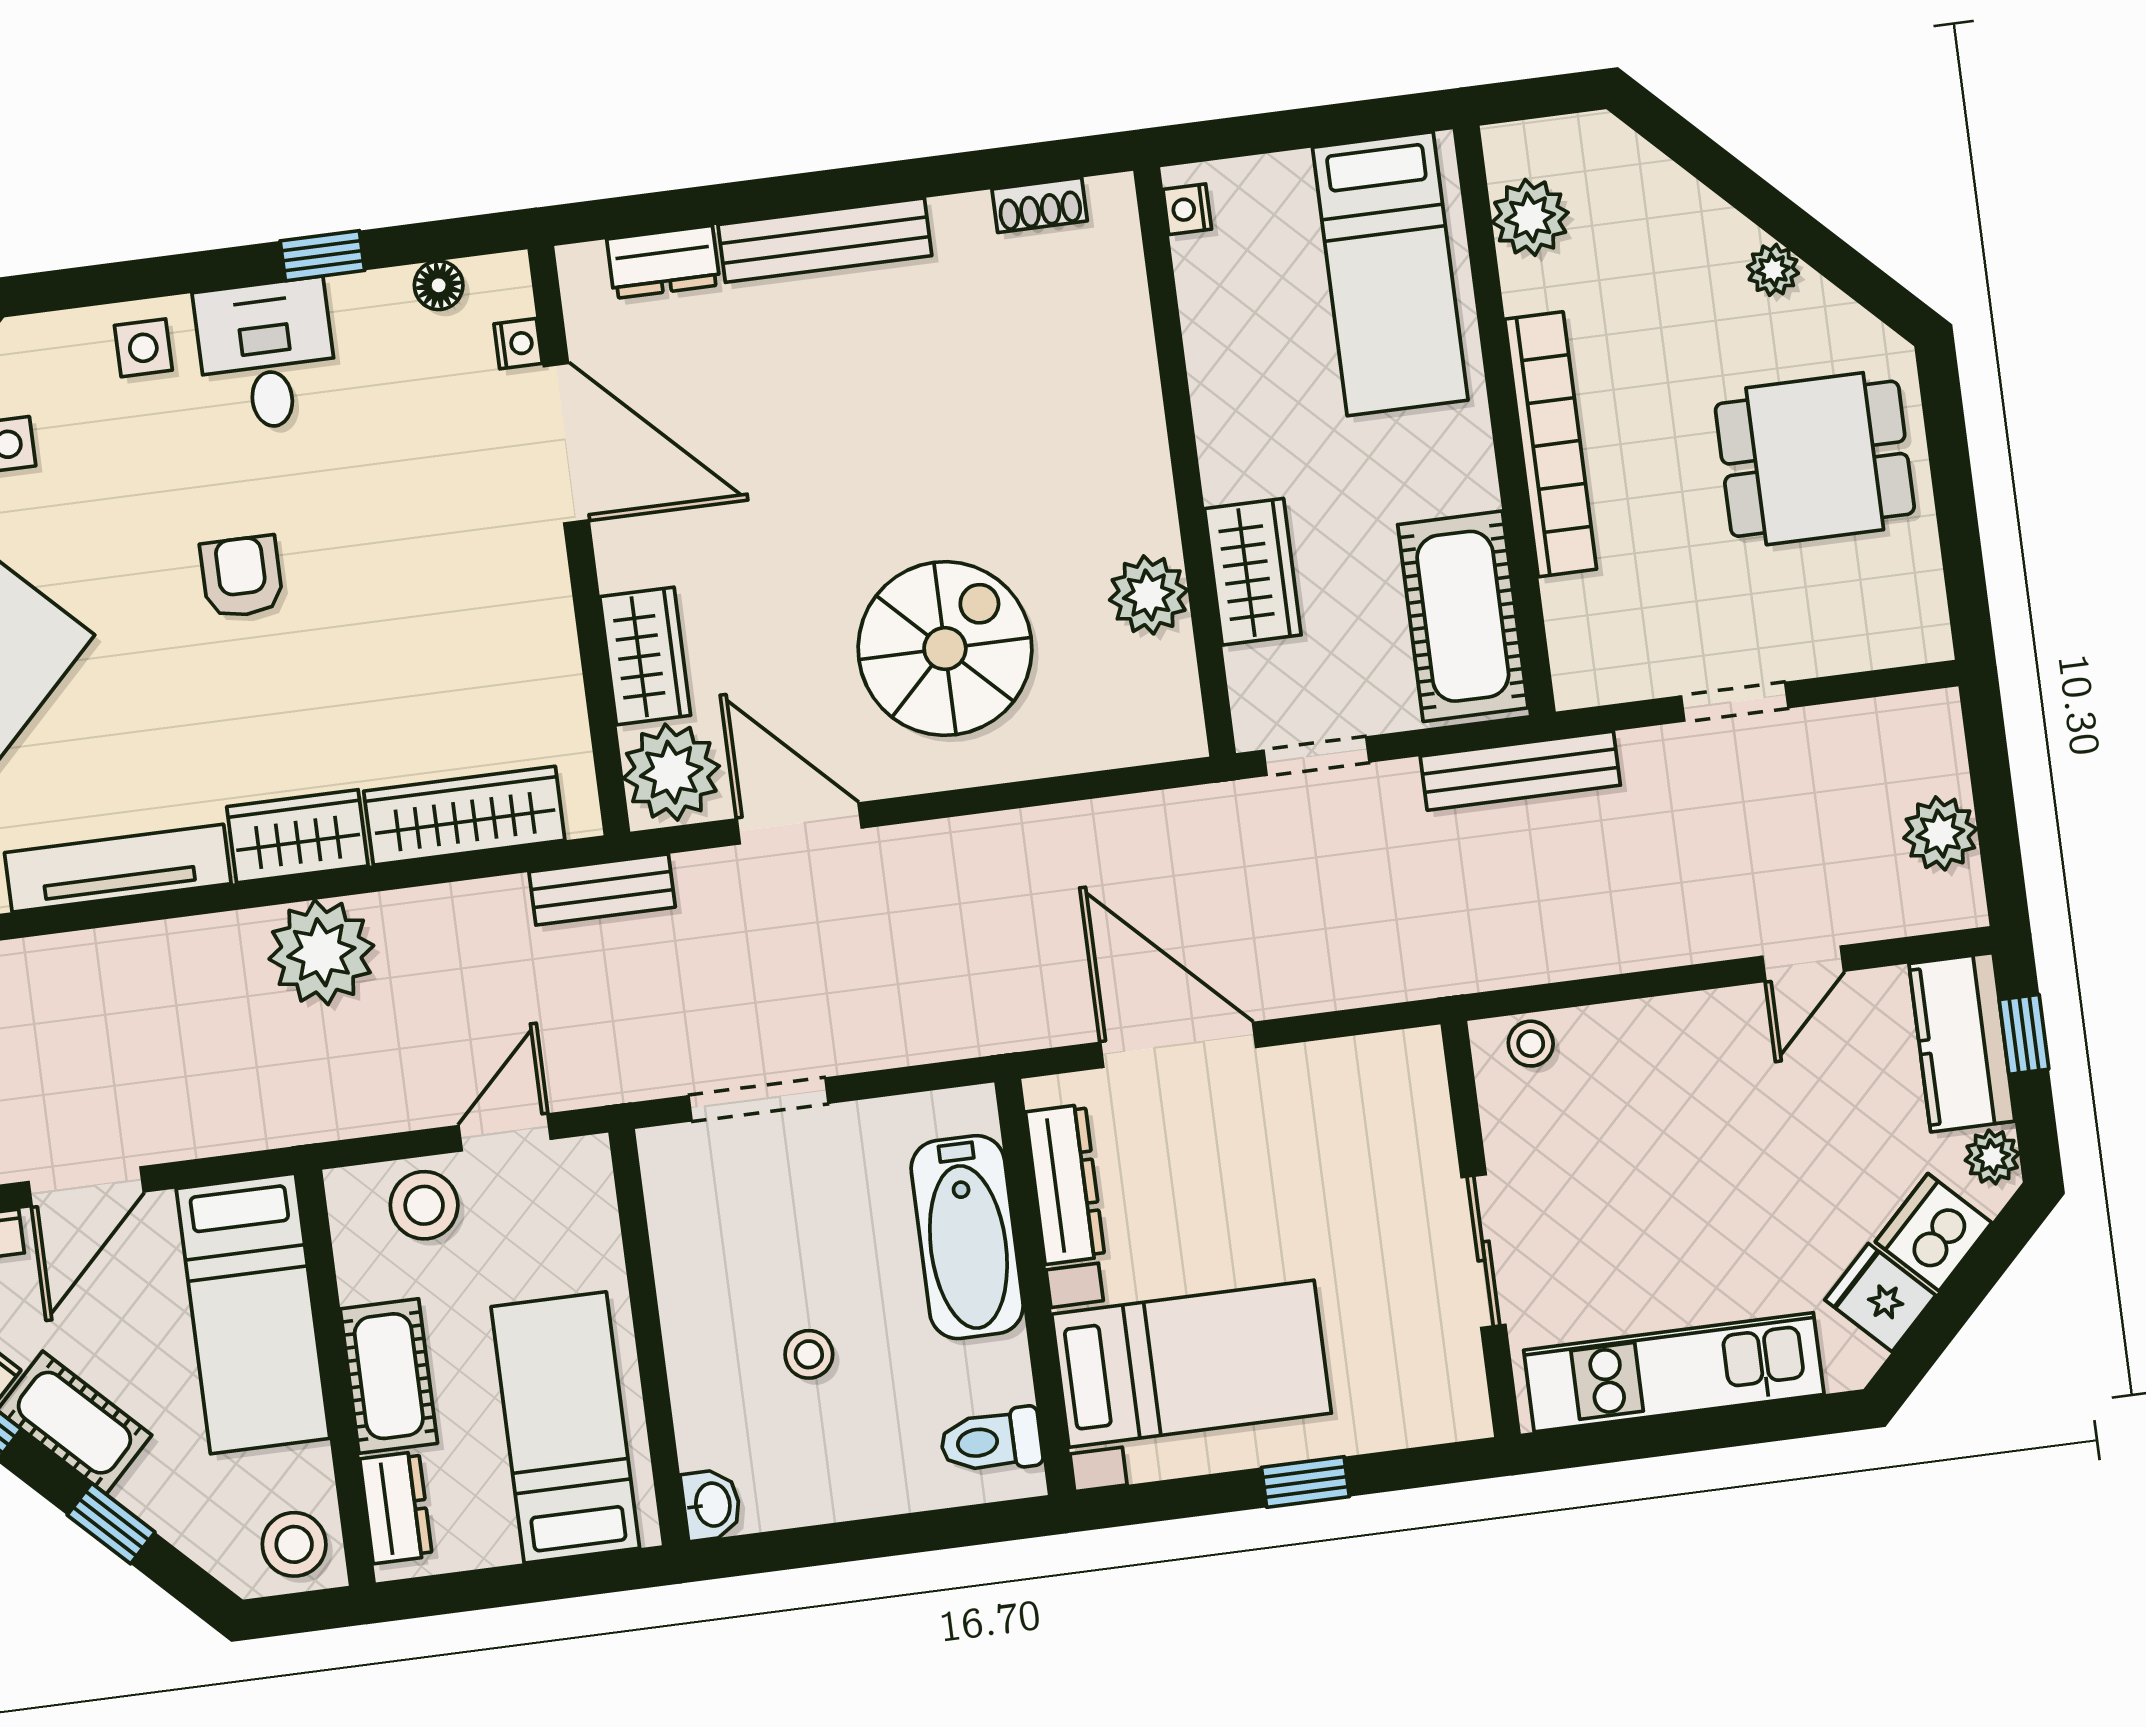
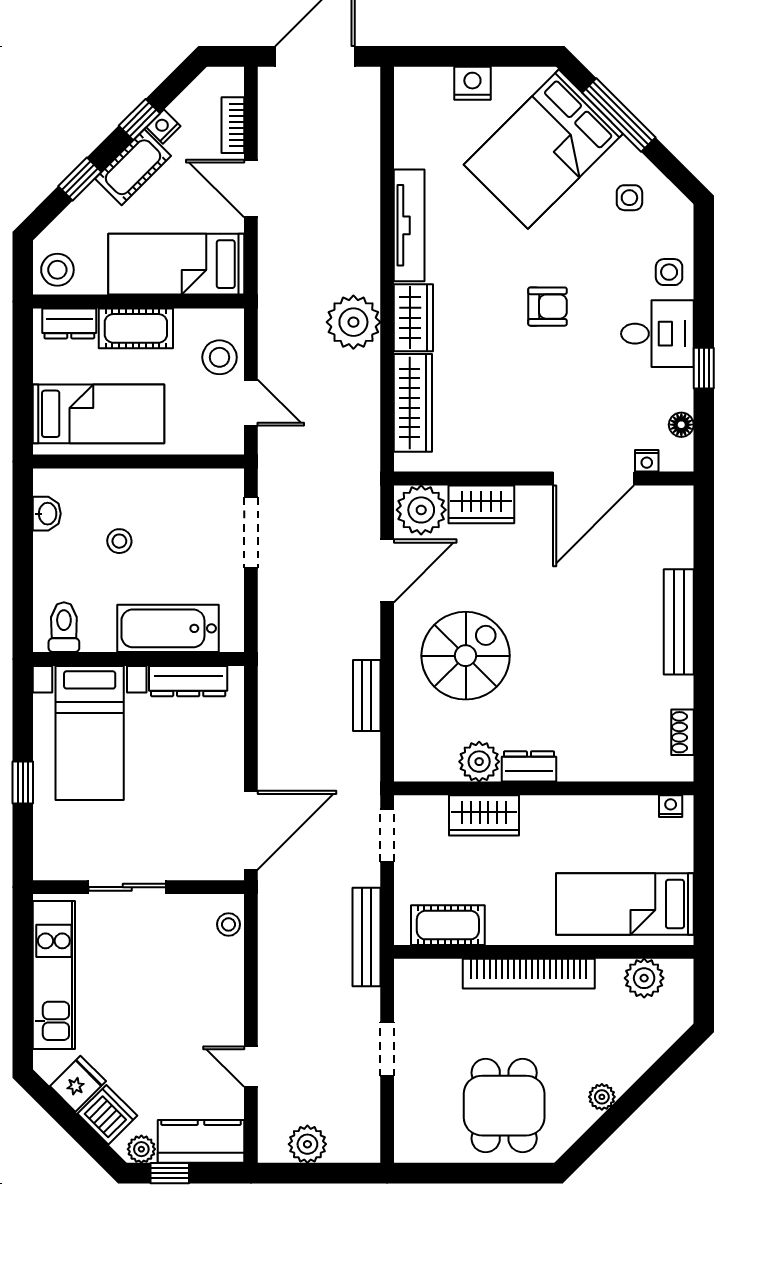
dresser: (663, 262) -> (529, 766), moved, turned 90
cot: (1463, 616) -> (448, 925), width x0.73, depth x0.75
spiral stairs: (945, 649) -> (466, 656), turned -90
bench: (602, 890) -> (367, 696), moved
window: (2024, 1034) -> (170, 1173), moved
door: (1178, 1045) -> (251, 830), moved
washbasin: (711, 1505) -> (47, 514), moved, turned -90

